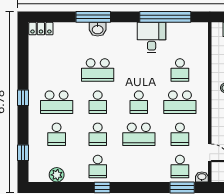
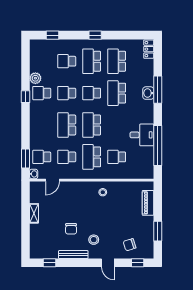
school desk: (57, 70) -> (117, 61), added
school desk: (139, 102) -> (92, 125), width x1.85
plant: (57, 175) -> (35, 78), moved

